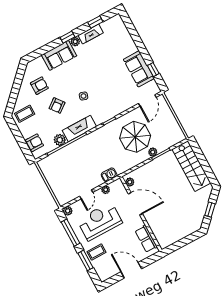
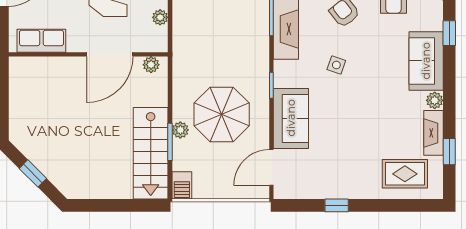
window: (67, 37) -> (449, 33), moved
rug: (117, 37) -> (405, 174), added
sofa: (139, 69) -> (291, 118), moved, turned 90
window: (153, 70) -> (337, 205), moved
door: (147, 100) -> (271, 167), hinge flipped
stairs: (191, 166) -> (151, 153), moved, turned -90
barbecue: (109, 175) -> (182, 185), moved

